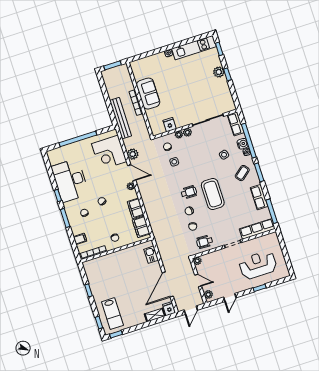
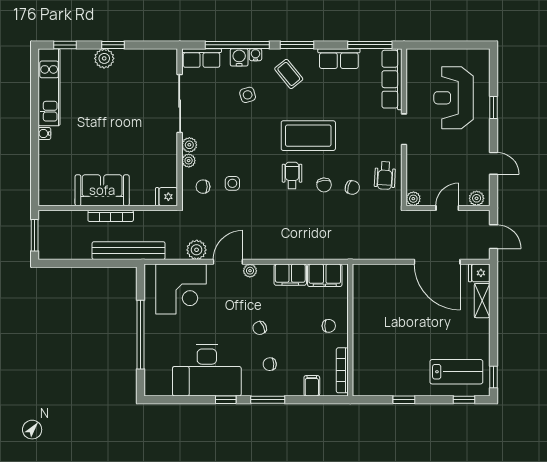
fridge: (170, 125) -> (167, 197), moved
kitchen sink: (151, 255) -> (377, 274), removed

